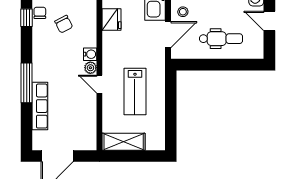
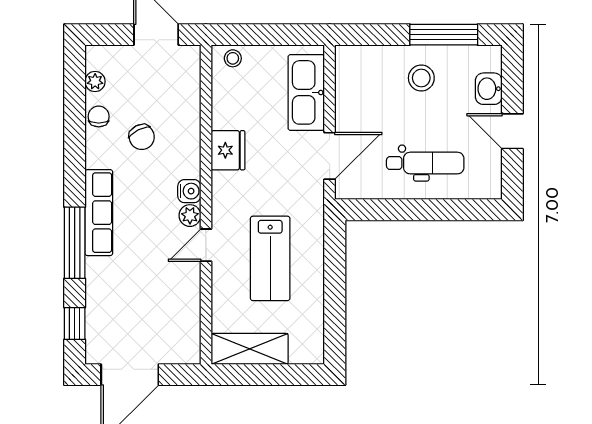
stool: (183, 12) -> (357, 115), removed
window: (27, 18) -> (75, 323), moved
fridge: (112, 20) -> (228, 150), moved
door: (99, 84) -> (206, 245), hinge flipped
row of seats: (40, 106) -> (99, 213), moved

